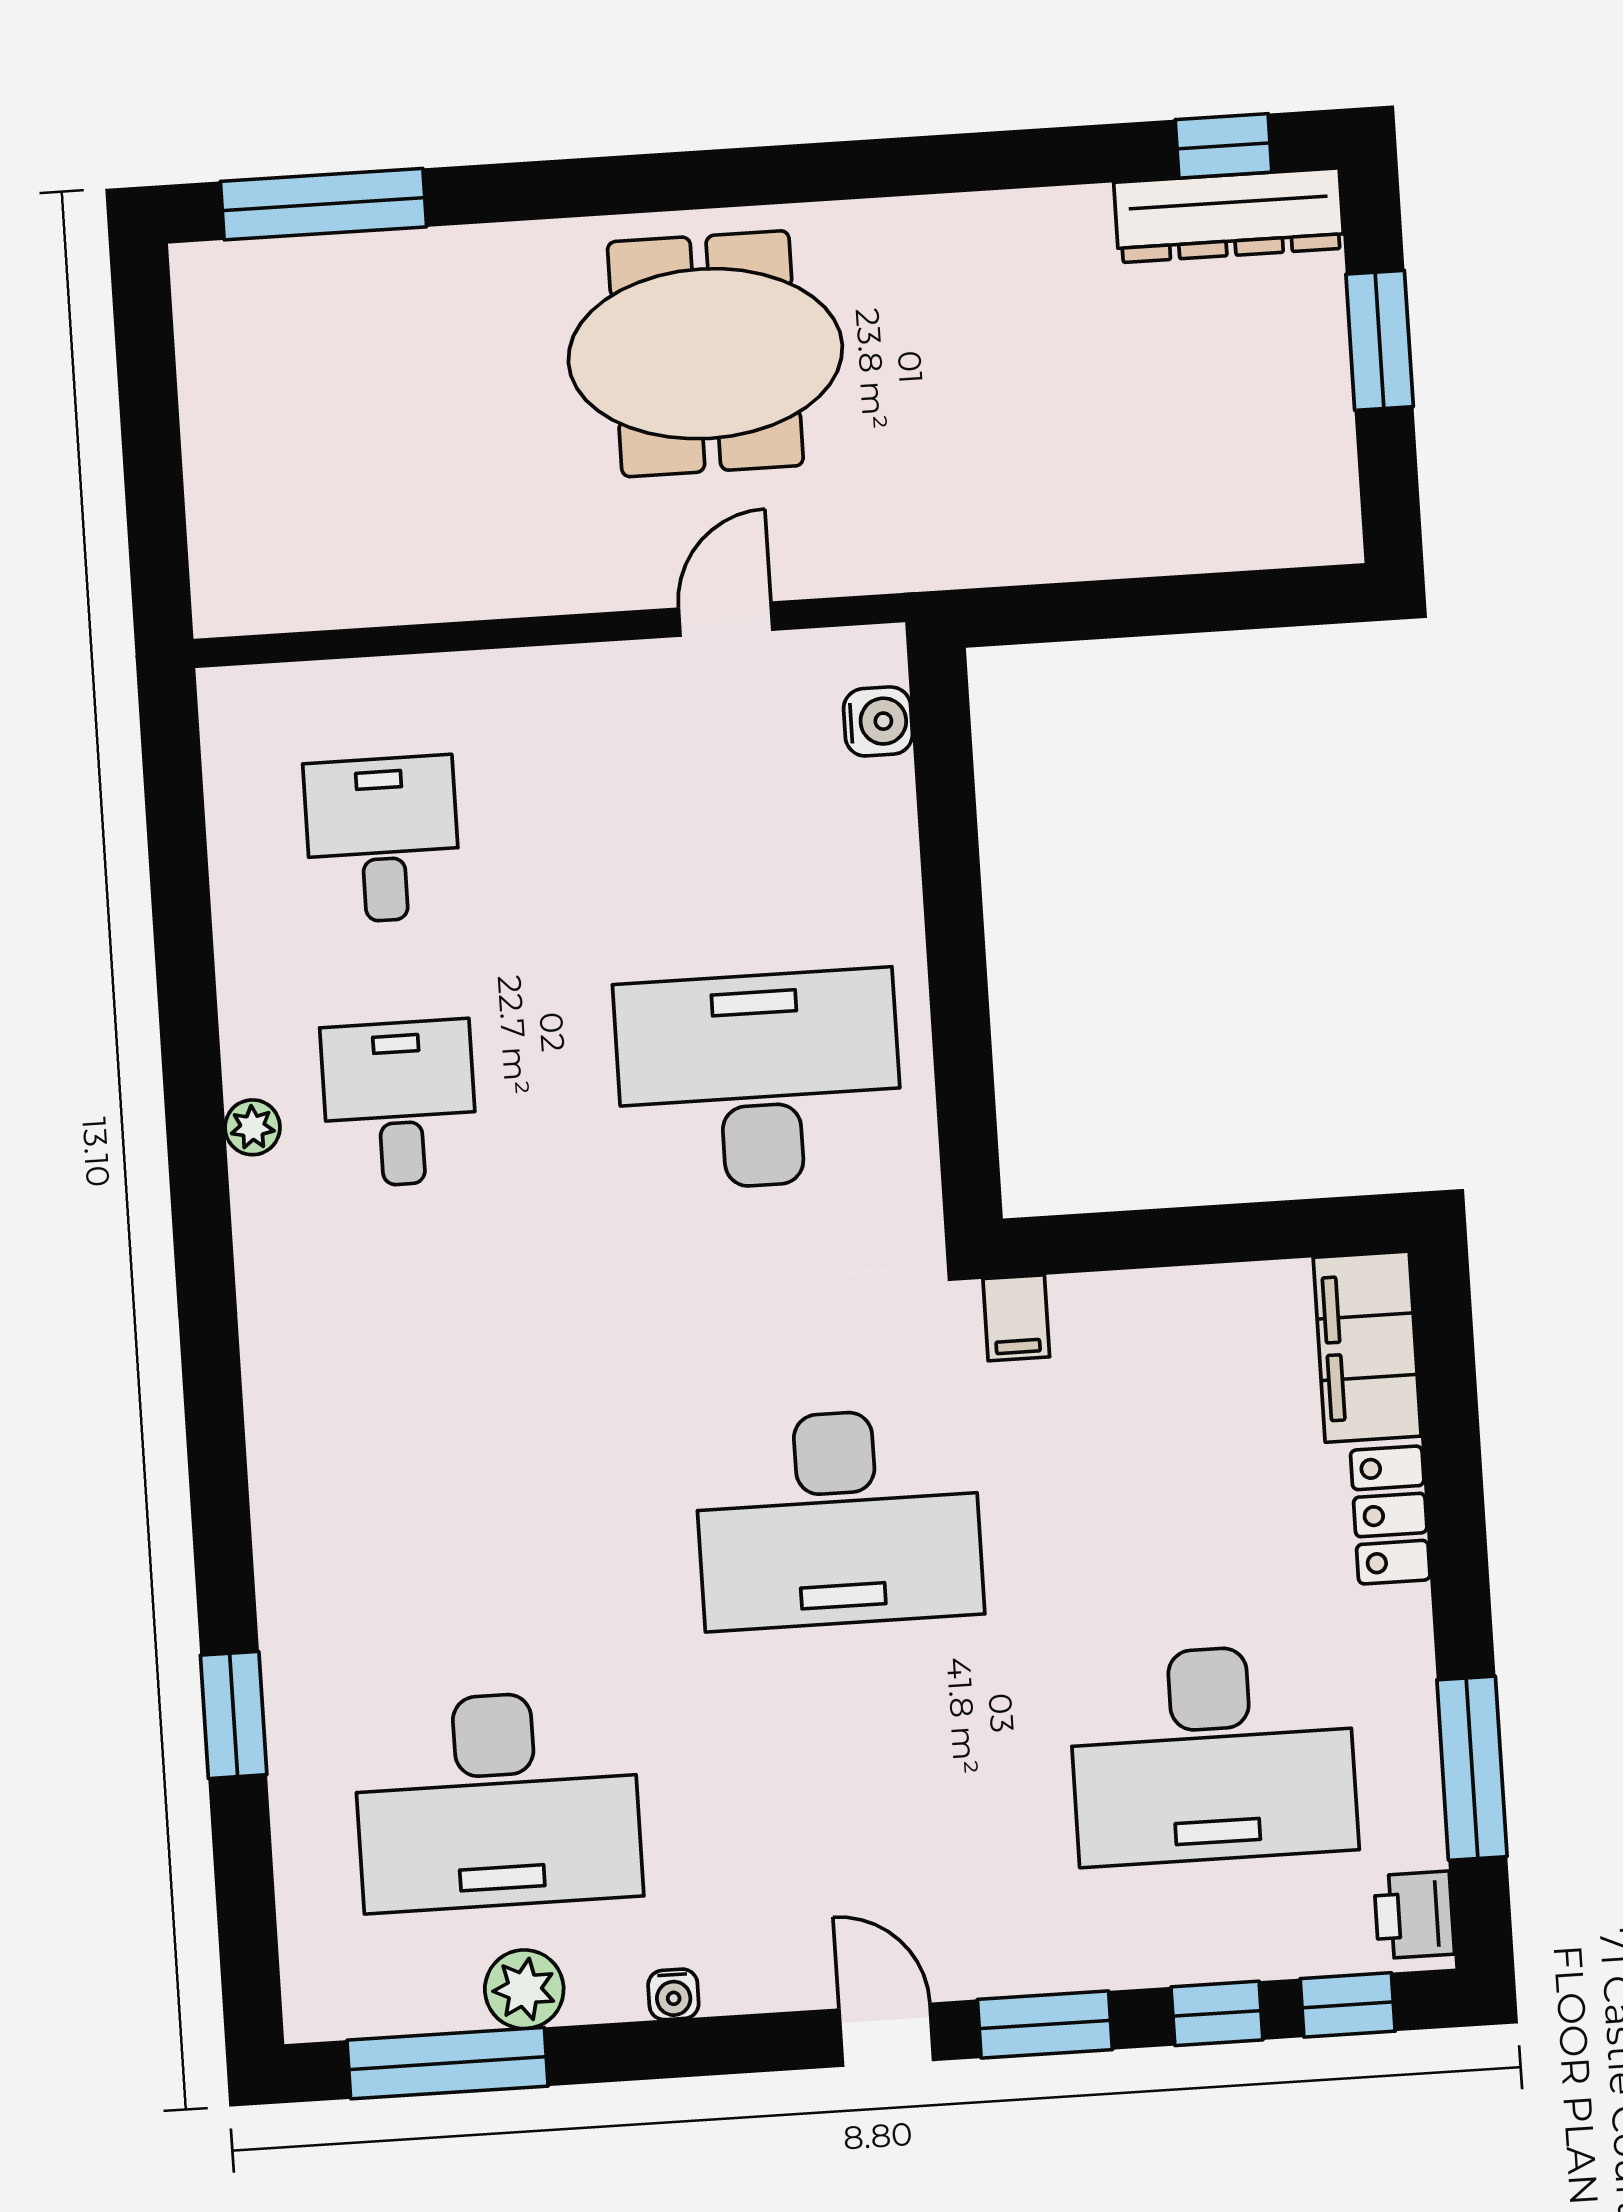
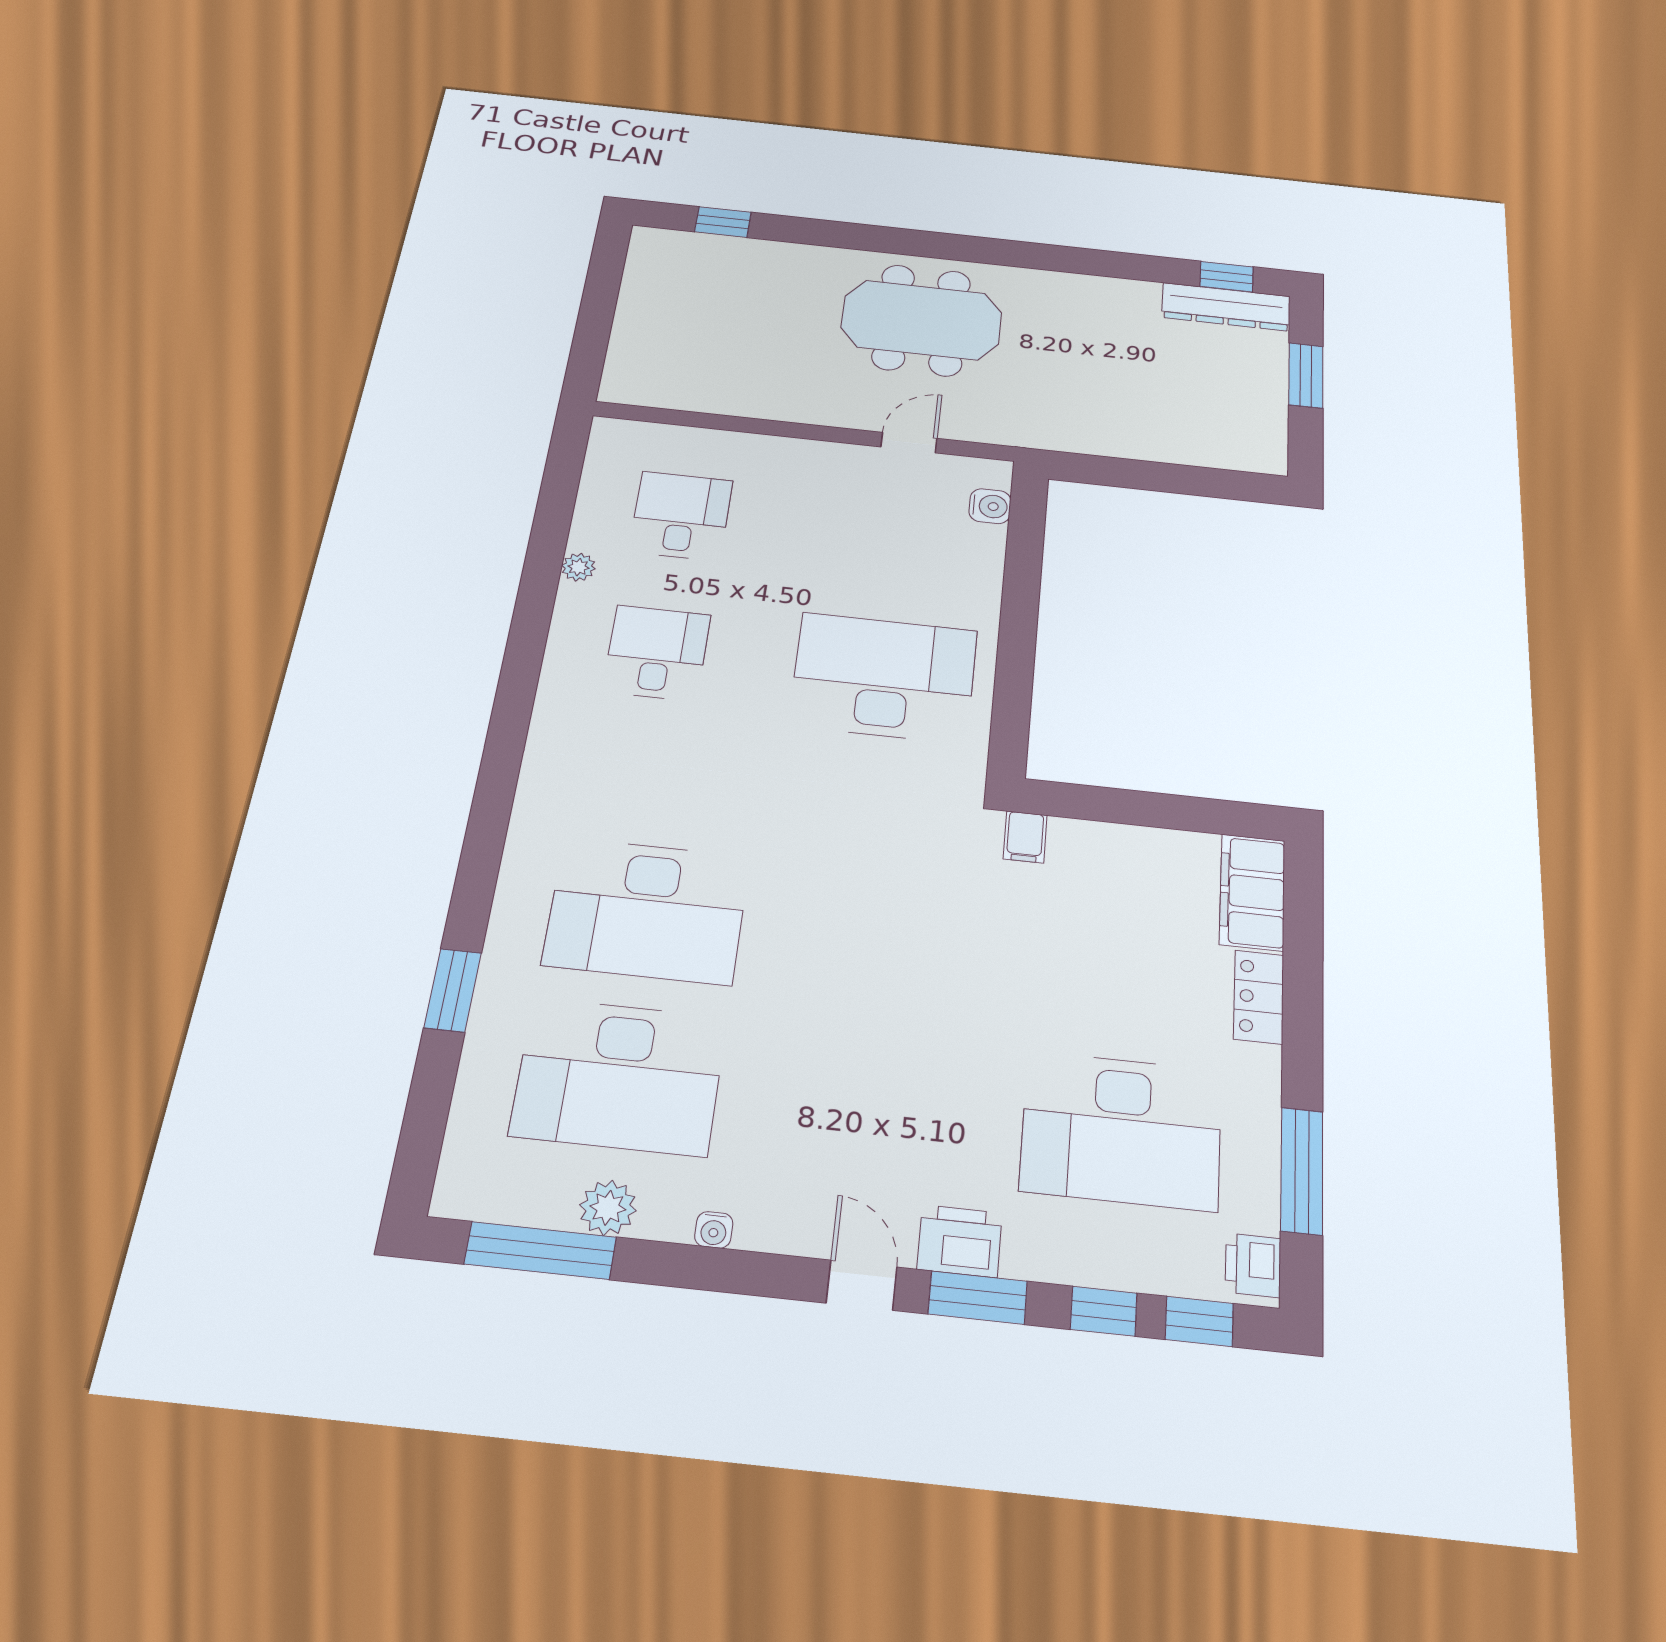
window: (324, 204) -> (723, 222), width x0.46
plant: (252, 1127) -> (578, 567), moved
desk: (838, 1518) -> (647, 911), moved
printer: (1009, 1952) -> (960, 1241), added

